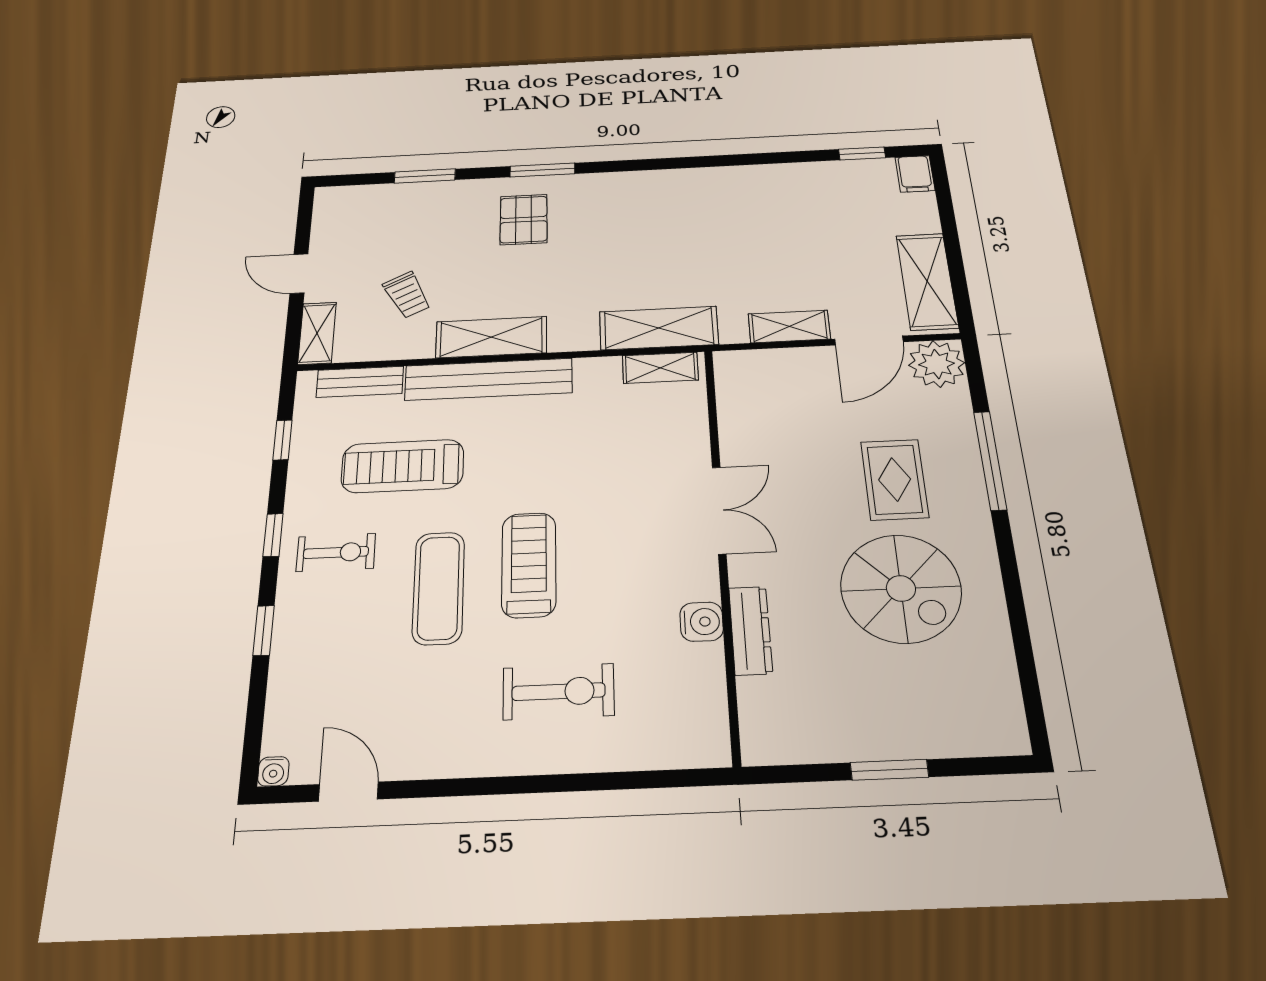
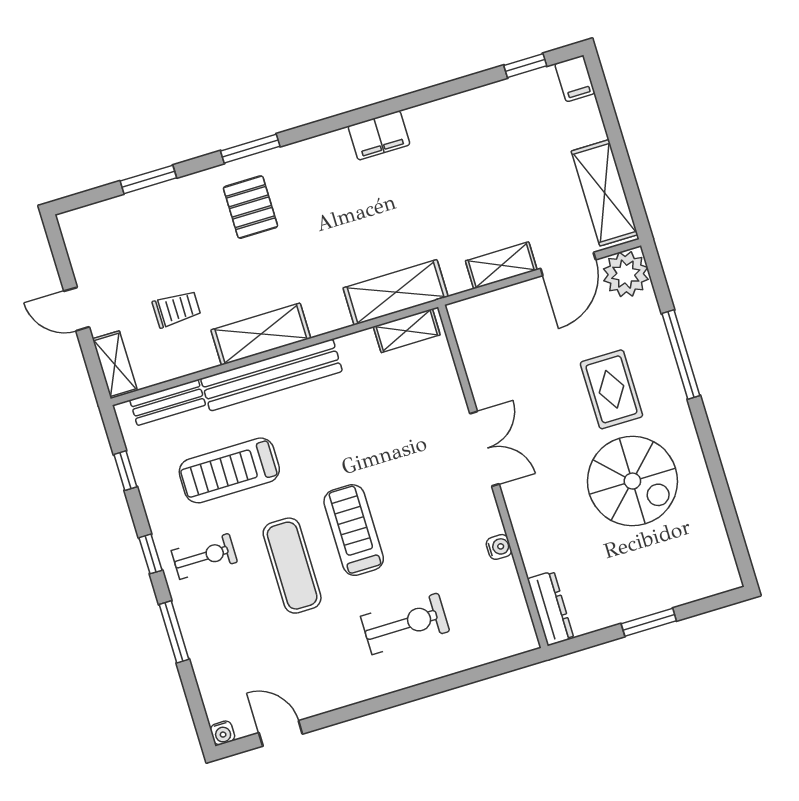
filing cabinet: (685, 184) -> (379, 135), added
trolley: (407, 295) -> (177, 309), turned -63
water cooler: (702, 622) -> (499, 547), width x0.72, depth x0.72
dresser: (750, 630) -> (550, 608), moved
window: (264, 631) -> (174, 632), width x1.50

